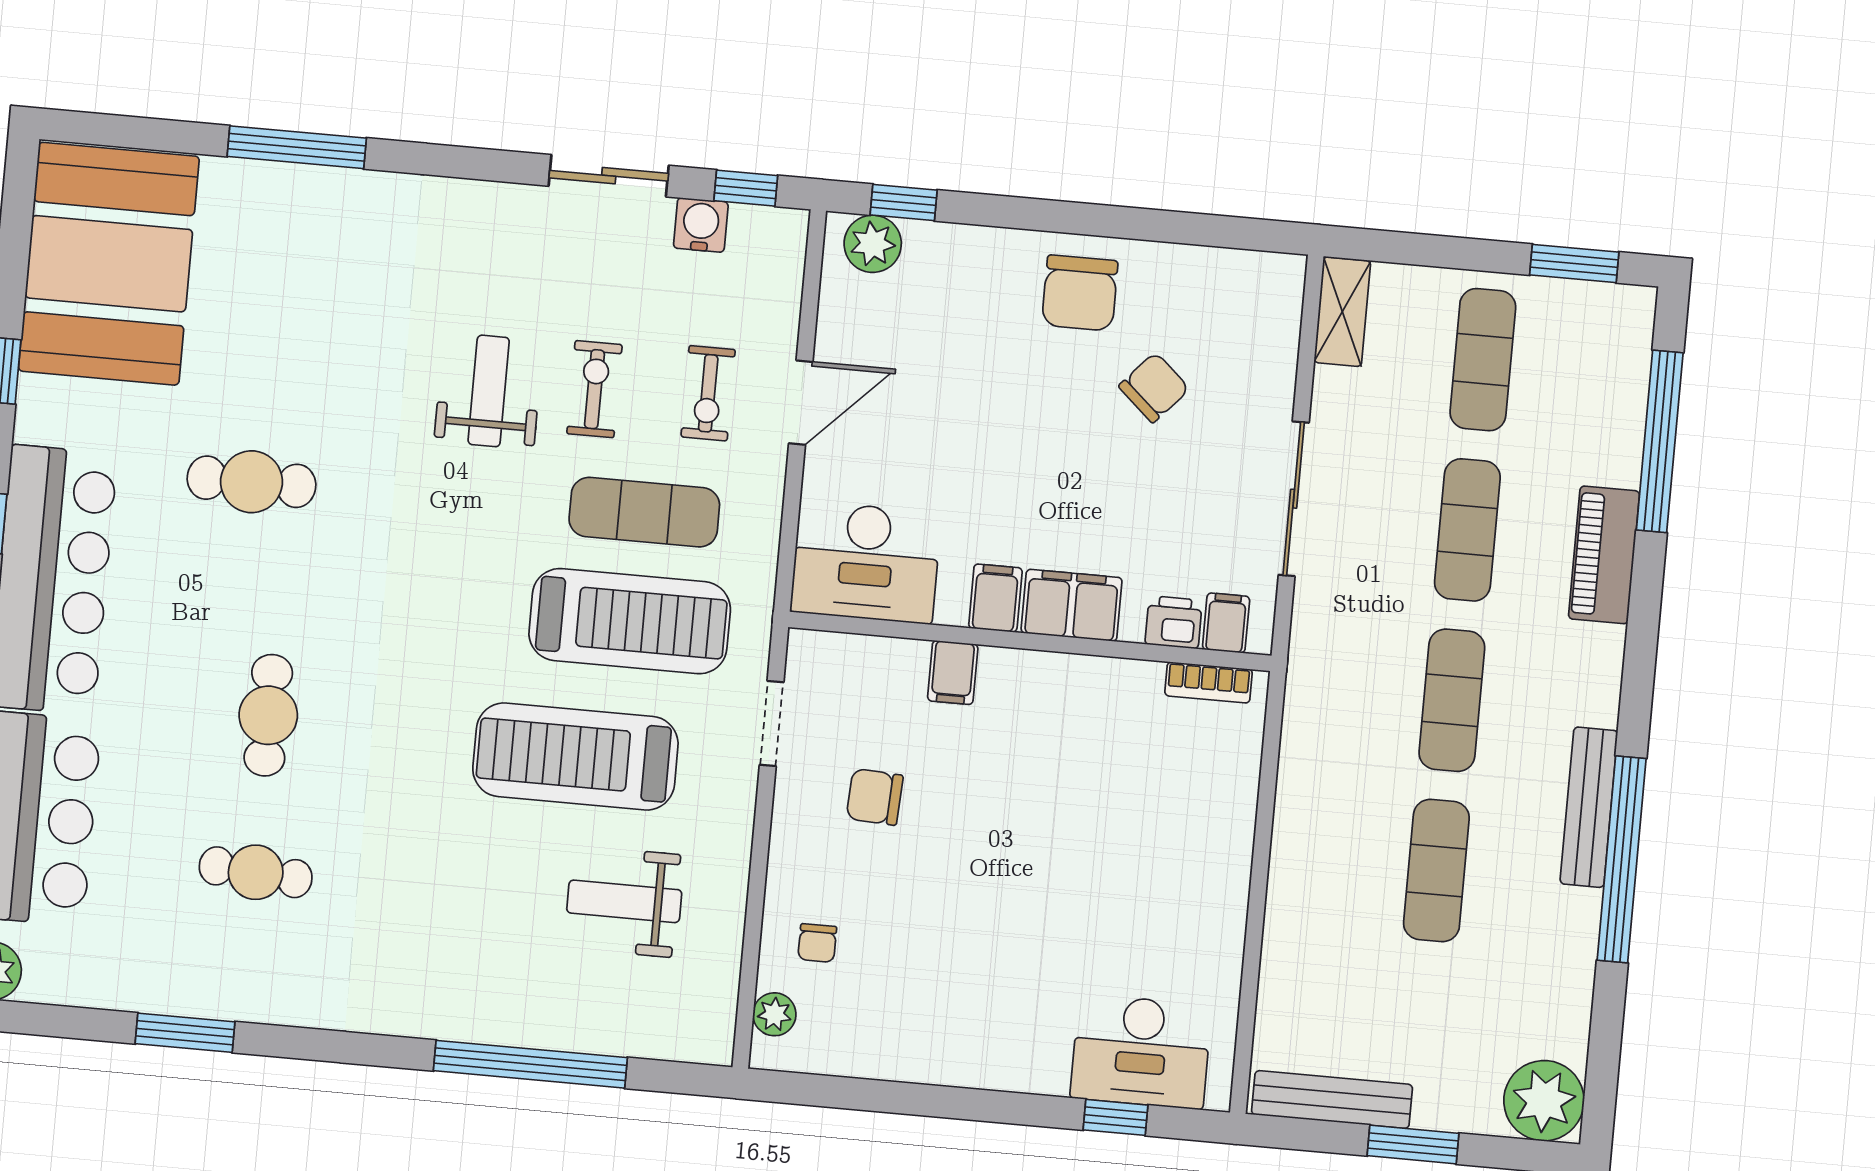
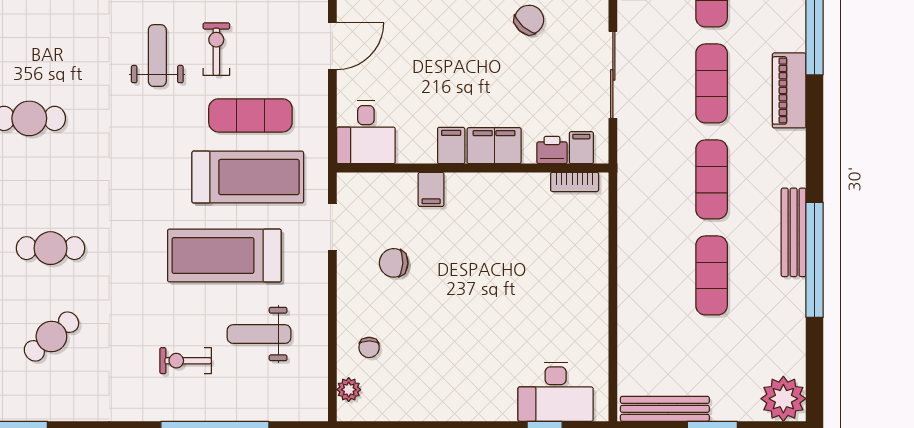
exercise bike: (708, 393) -> (186, 361), moved, turned 90
desk: (866, 562) -> (366, 132), width x0.73
cafe table: (268, 715) -> (51, 248), turned 90
cafe table: (256, 872) -> (51, 337), turned -44

